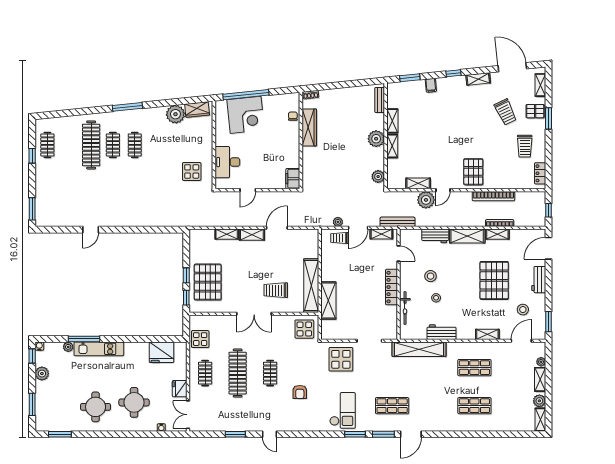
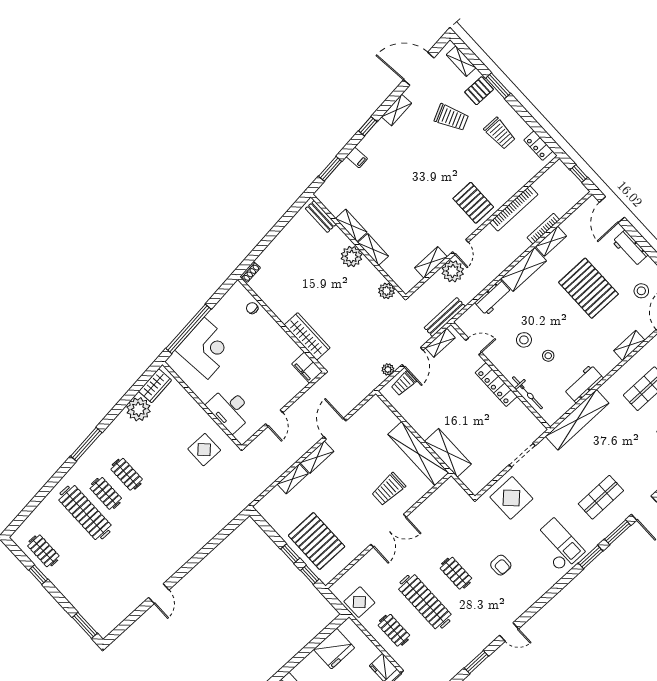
wardrobe: (309, 127) -> (307, 336), moved
display table: (304, 329) -> (450, 501), removed

